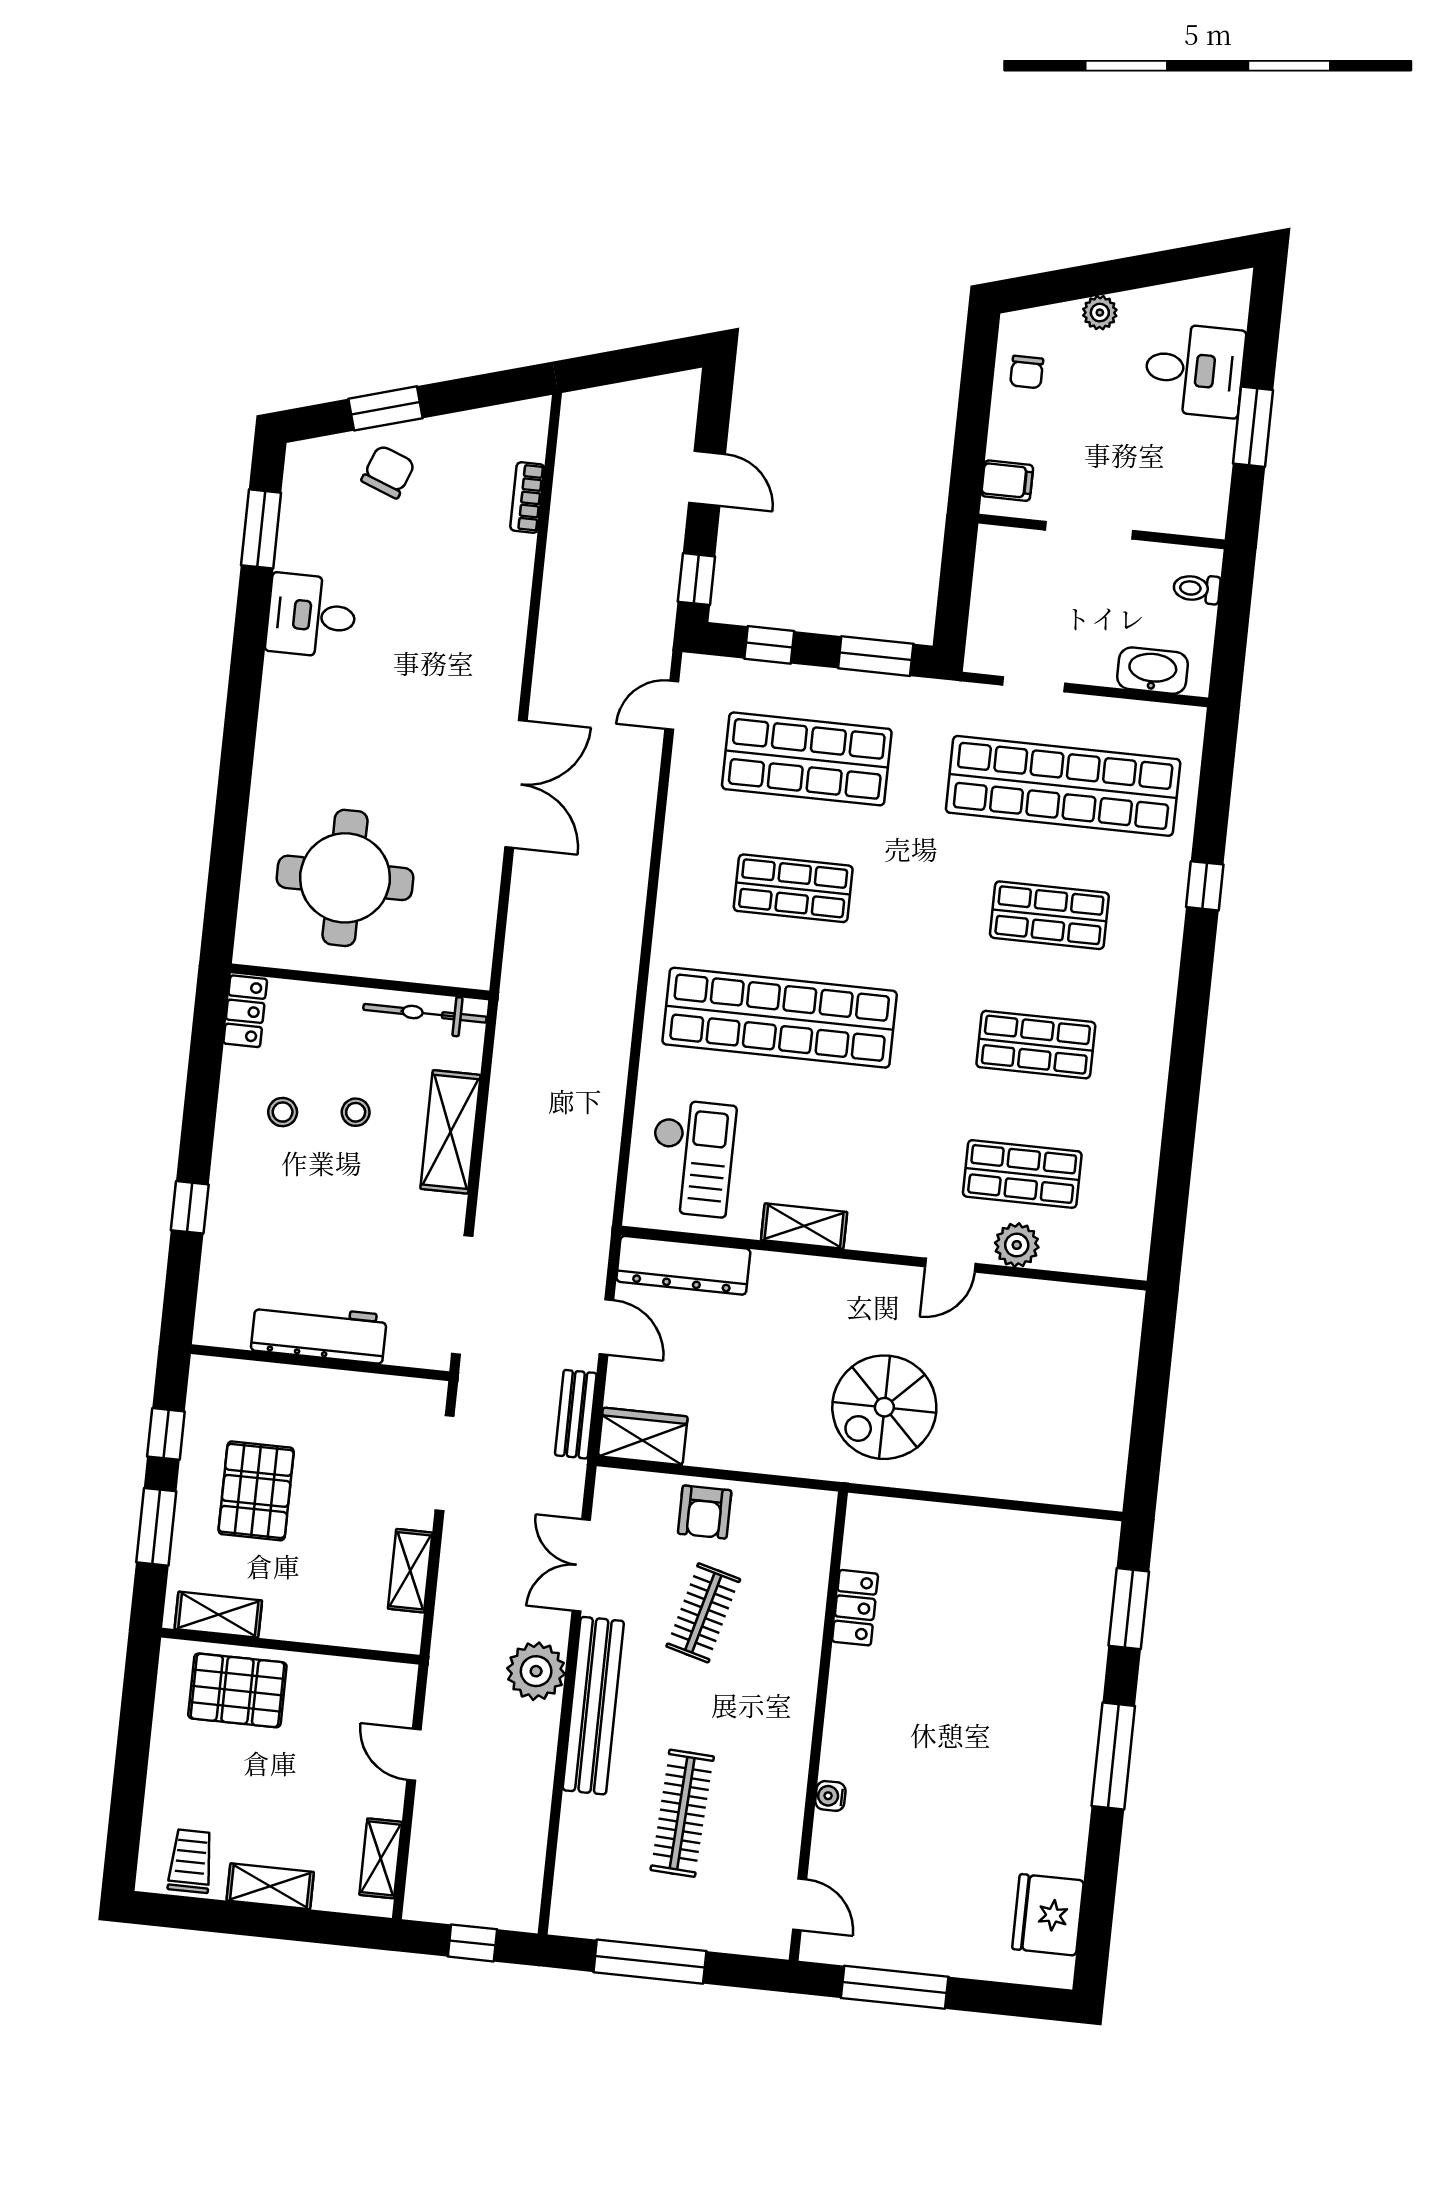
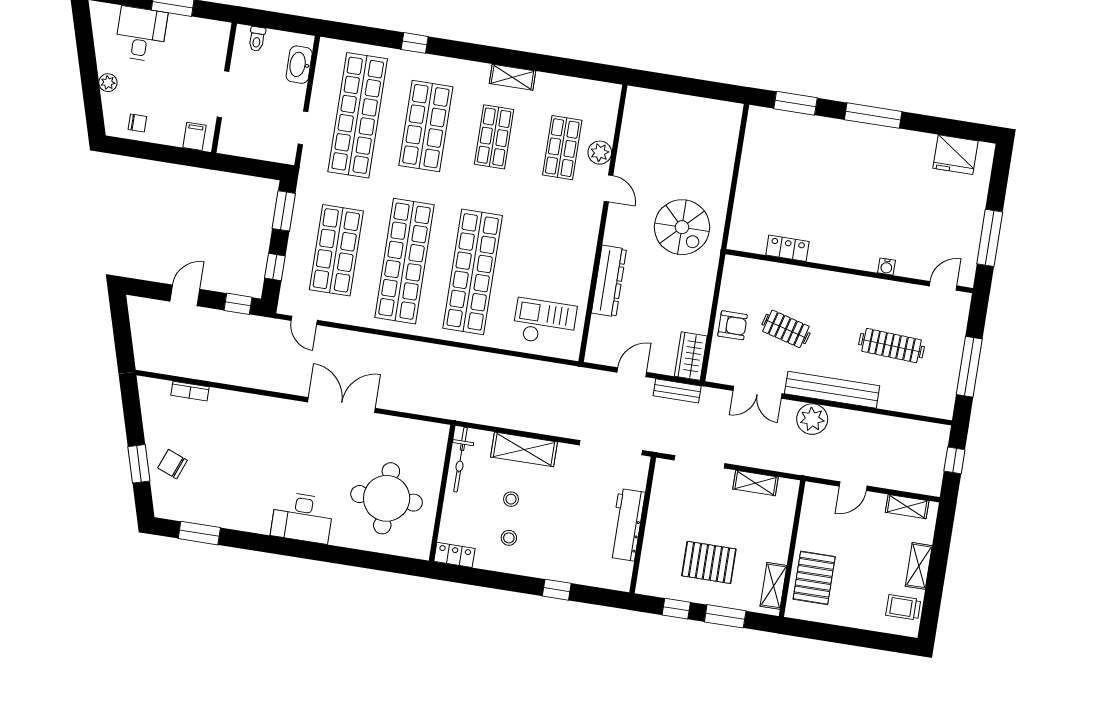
desk: (311, 616) -> (302, 518), moved, width x1.37
shop shelf: (793, 888) -> (405, 261), width x2.00, depth x1.36
shop shelf: (1049, 915) -> (426, 126), width x1.43, depth x1.36
shelving: (804, 1226) -> (512, 77), moved, turned 90
dresser: (683, 1265) -> (609, 281), moved

